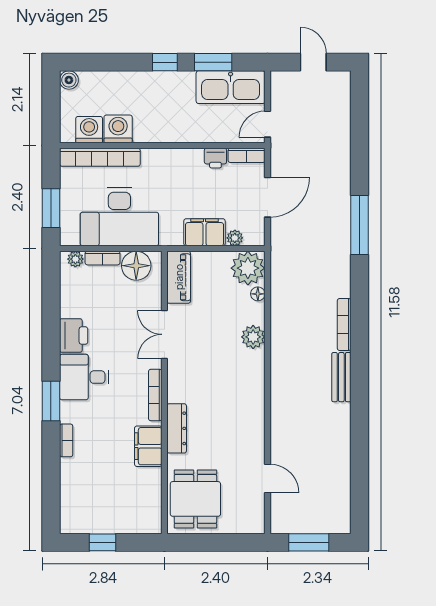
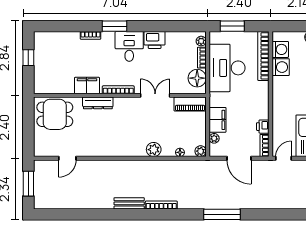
door: (267, 124) -> (284, 158), hinge flipped
plant: (248, 268) -> (201, 151), width x0.53, depth x0.53

